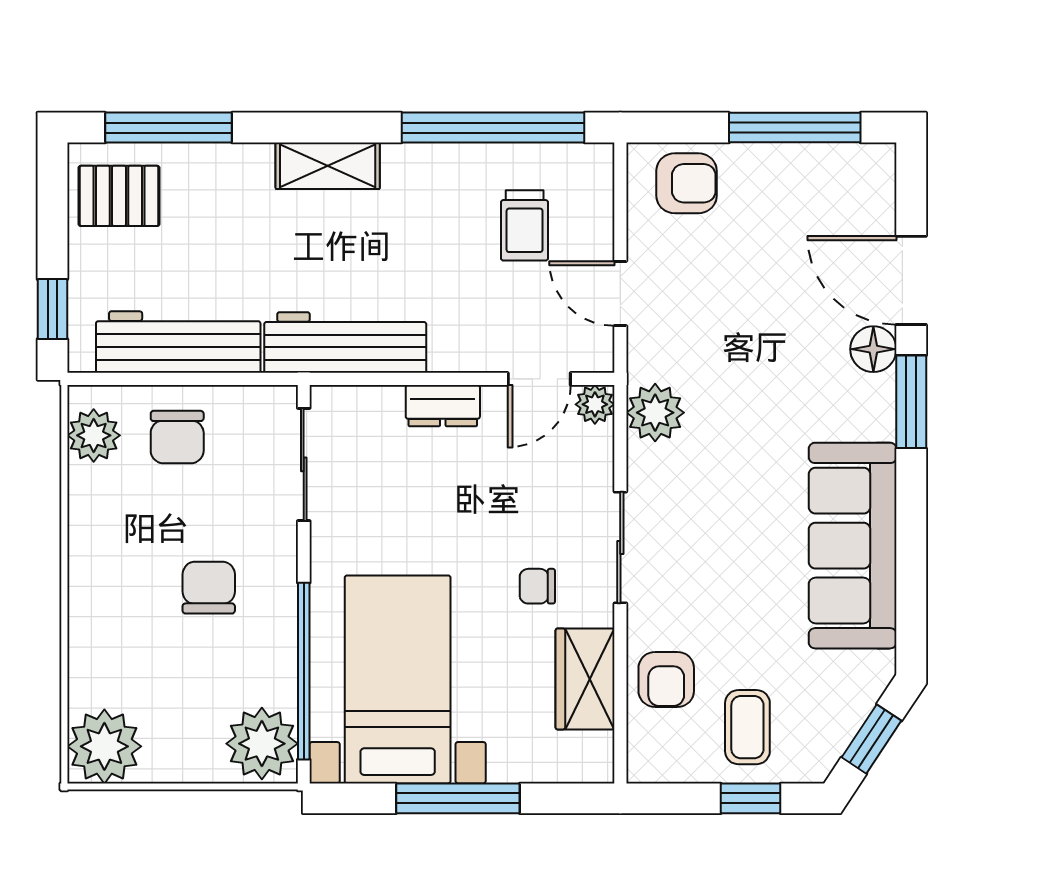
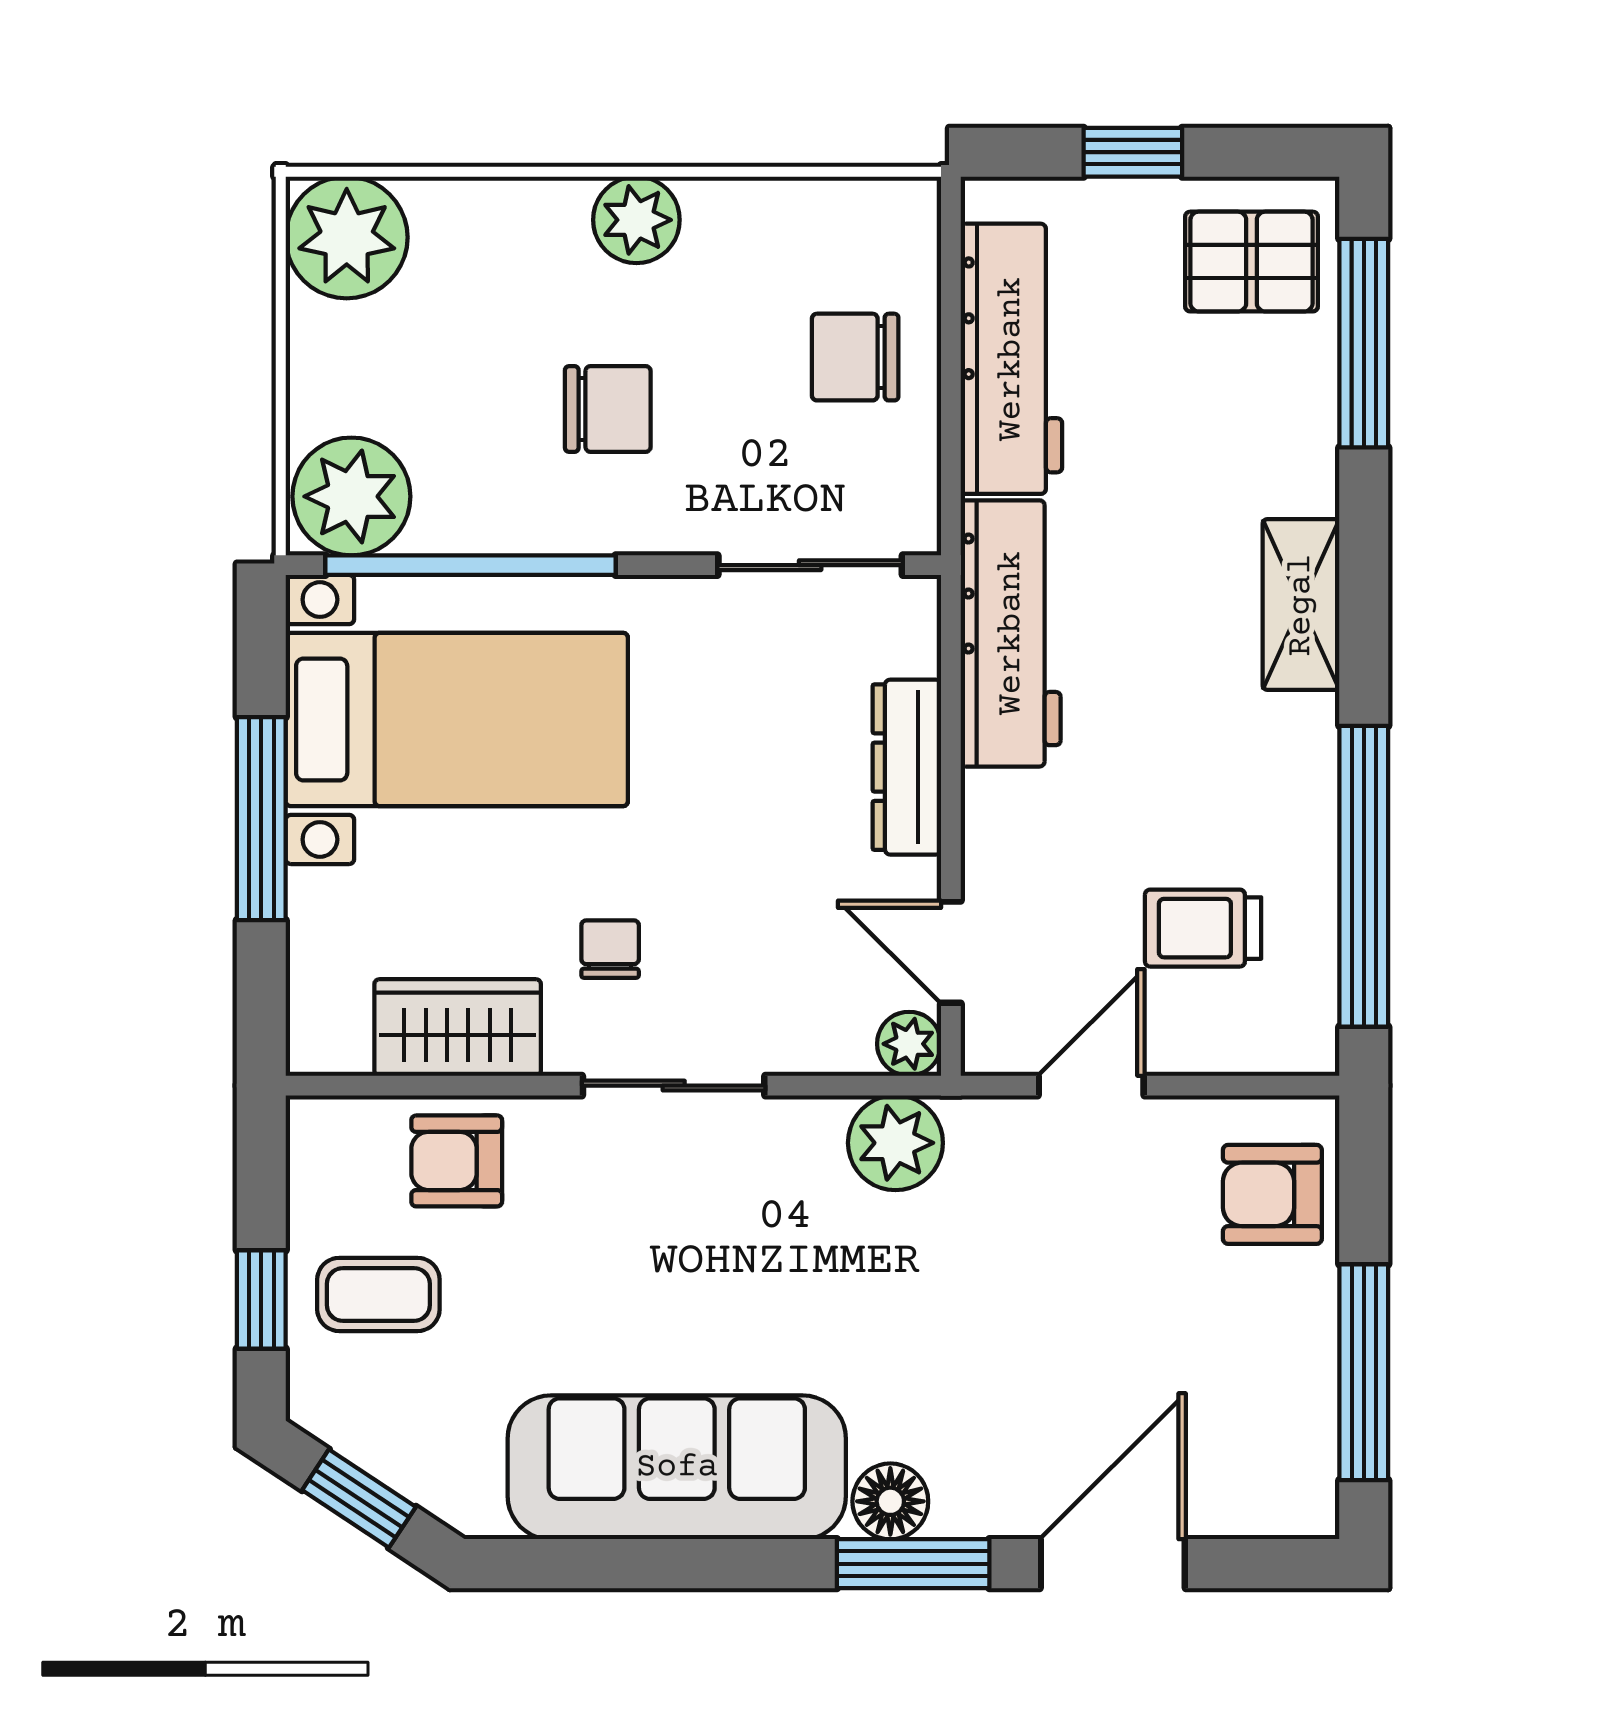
armchair: (687, 183) -> (1272, 1194), turned 90
pallet: (119, 196) -> (1251, 262), turned 90
window: (52, 309) -> (1133, 152), moved
floor lamp: (873, 349) -> (890, 1501), moved
dresser: (443, 406) -> (907, 767), width x1.44
plant: (94, 435) -> (636, 220), moved

